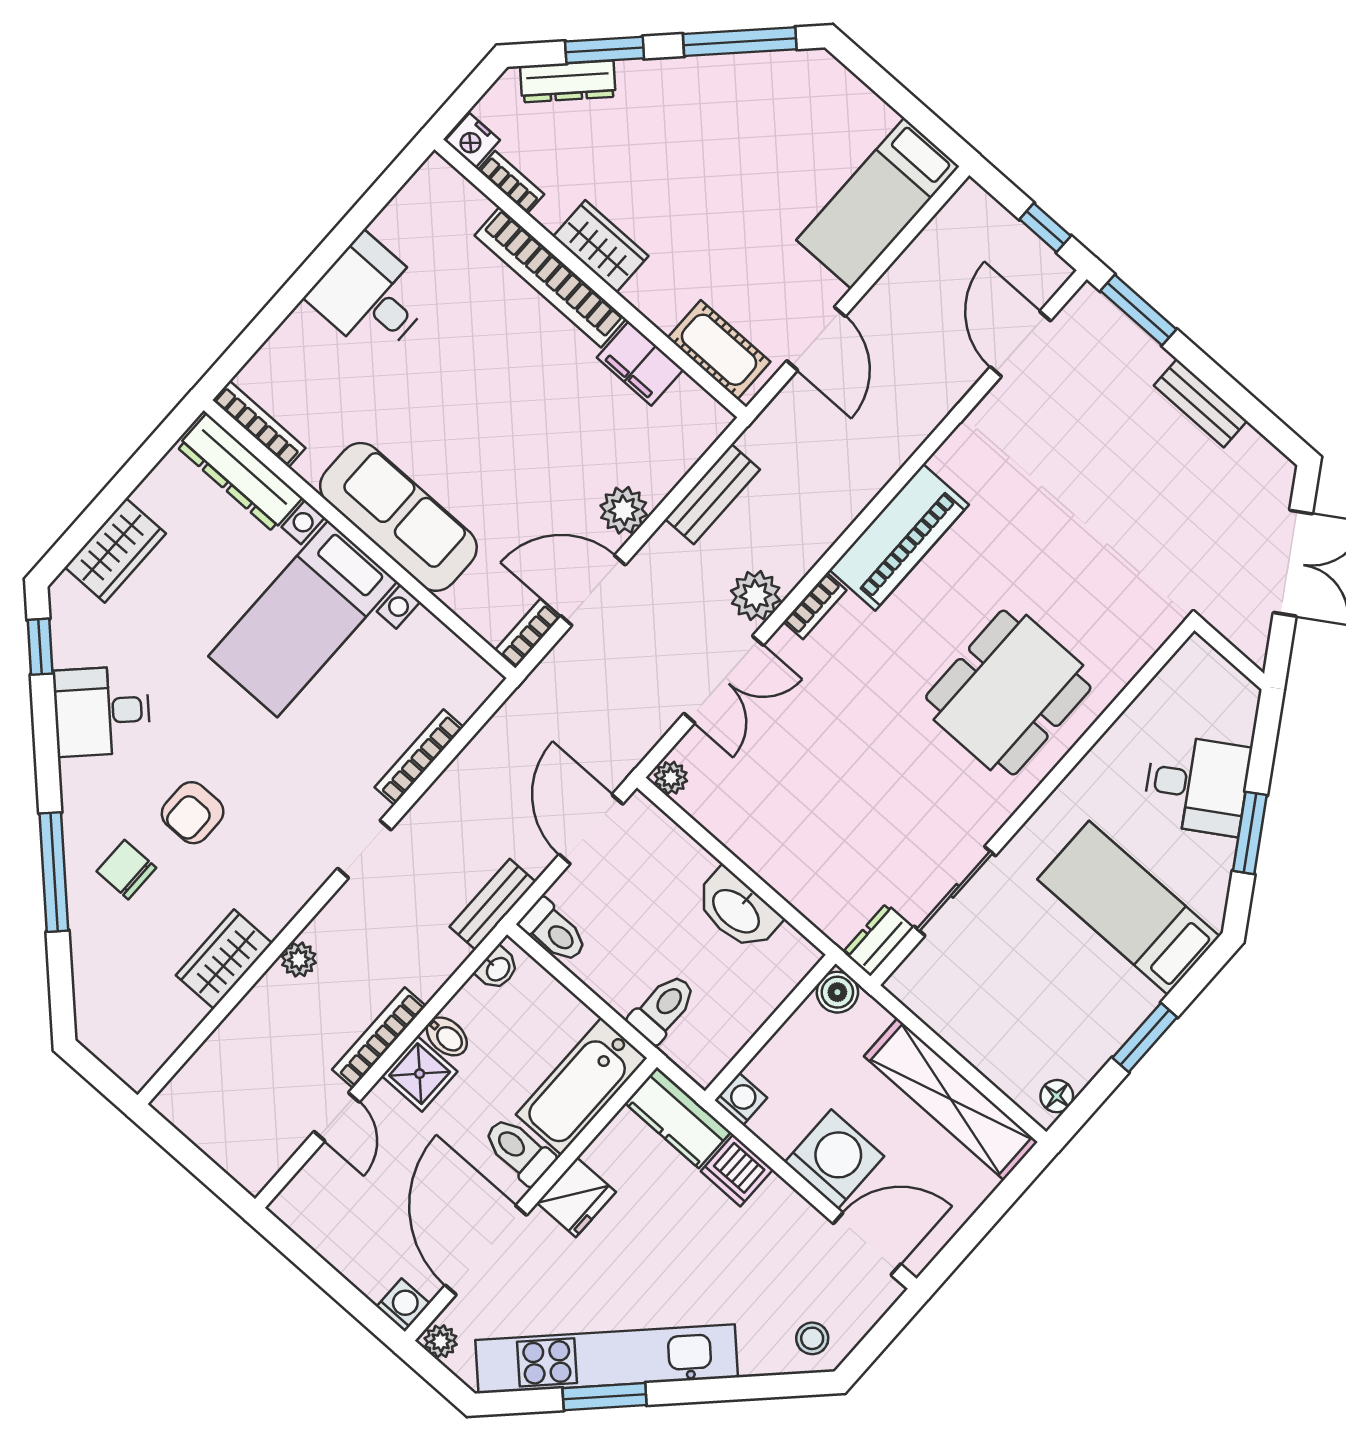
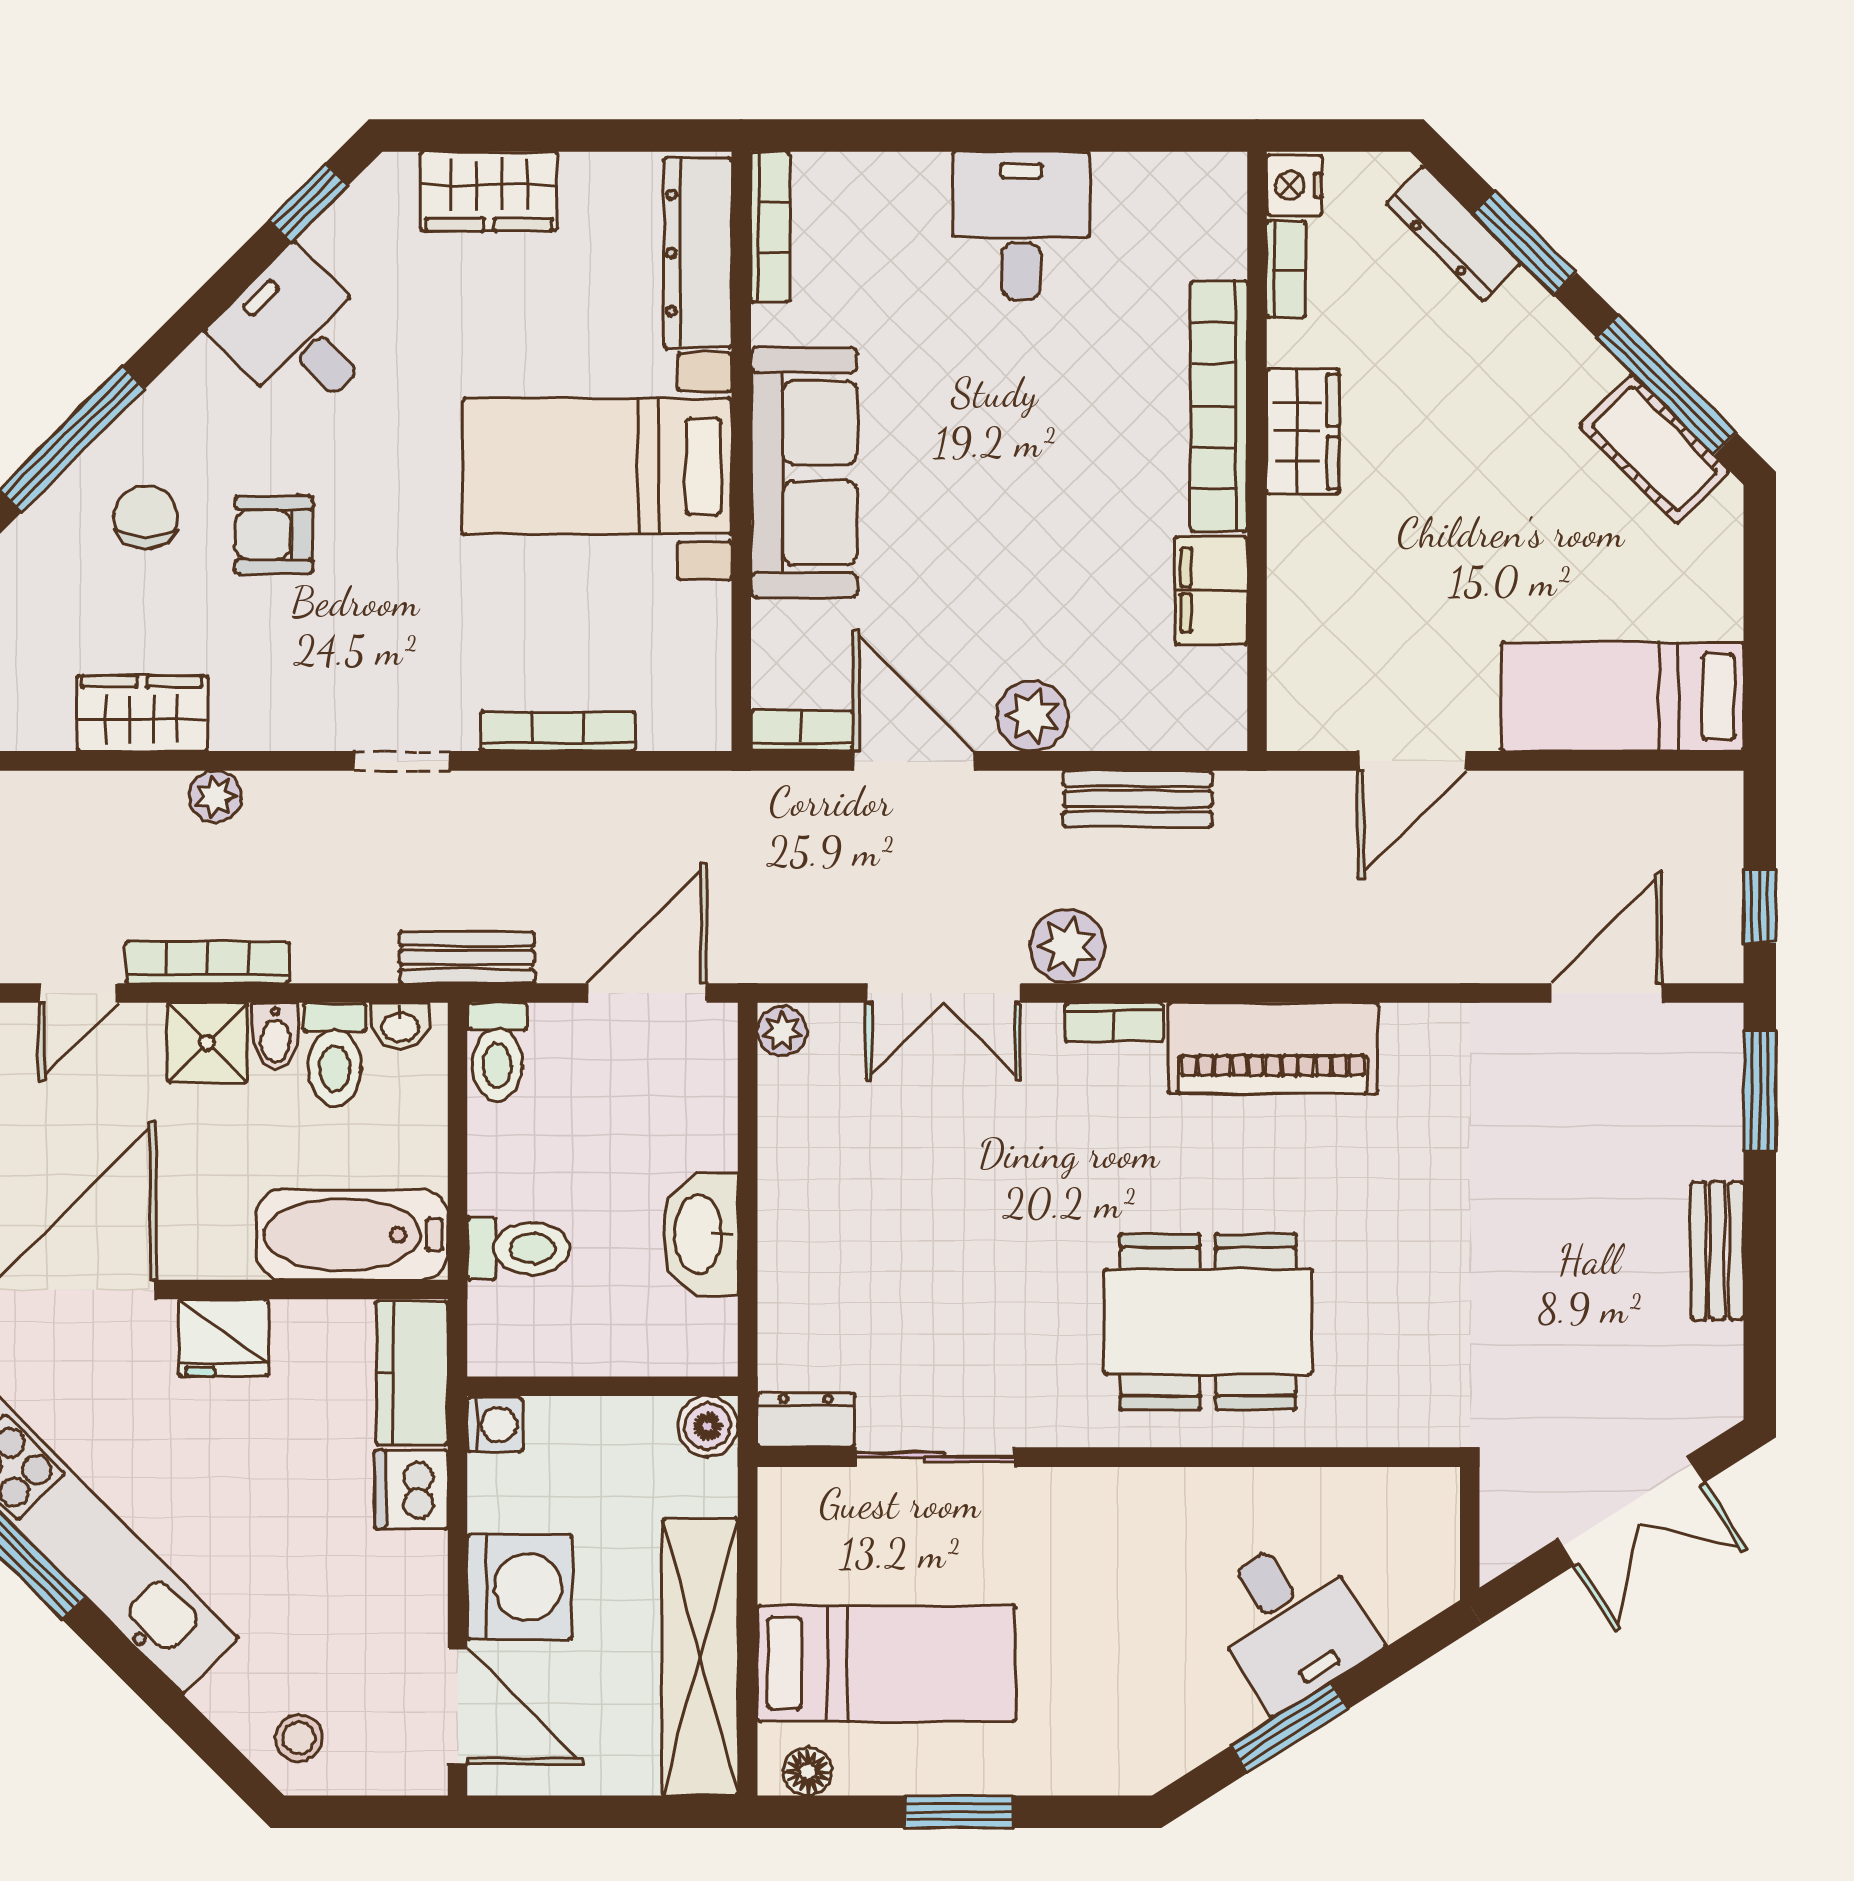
cot: (719, 350) -> (1654, 449), moved, turned -45
bed: (1128, 908) -> (887, 1663), moved, turned 90
toilet: (519, 1150) -> (335, 1054), moved, turned 180

